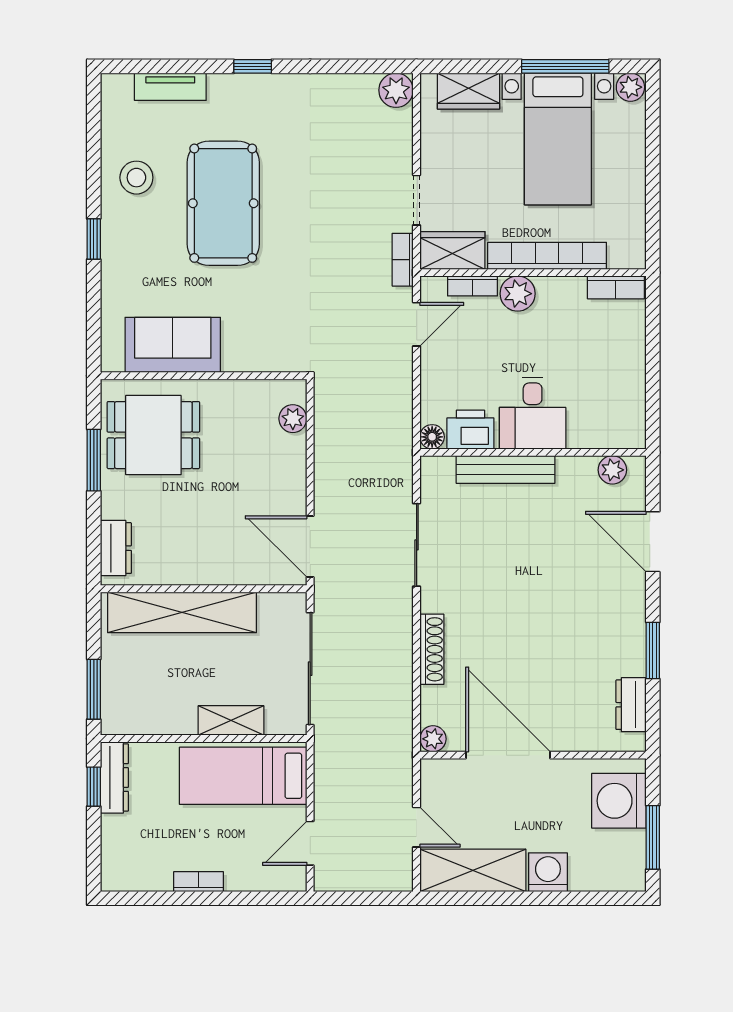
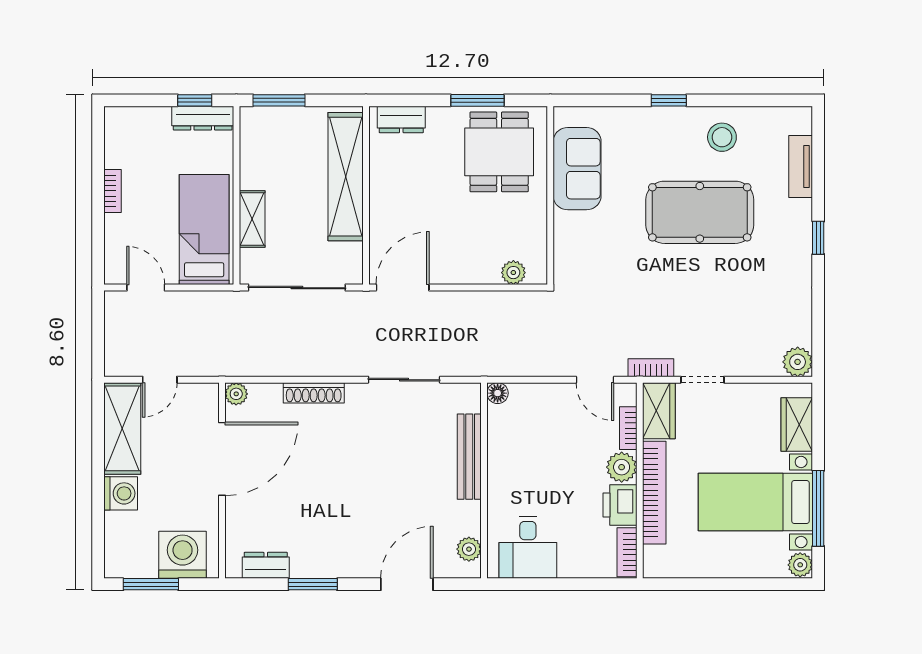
desk: (533, 413) -> (528, 547), moved, turned -90
printer: (470, 430) -> (620, 505), moved, turned 180

